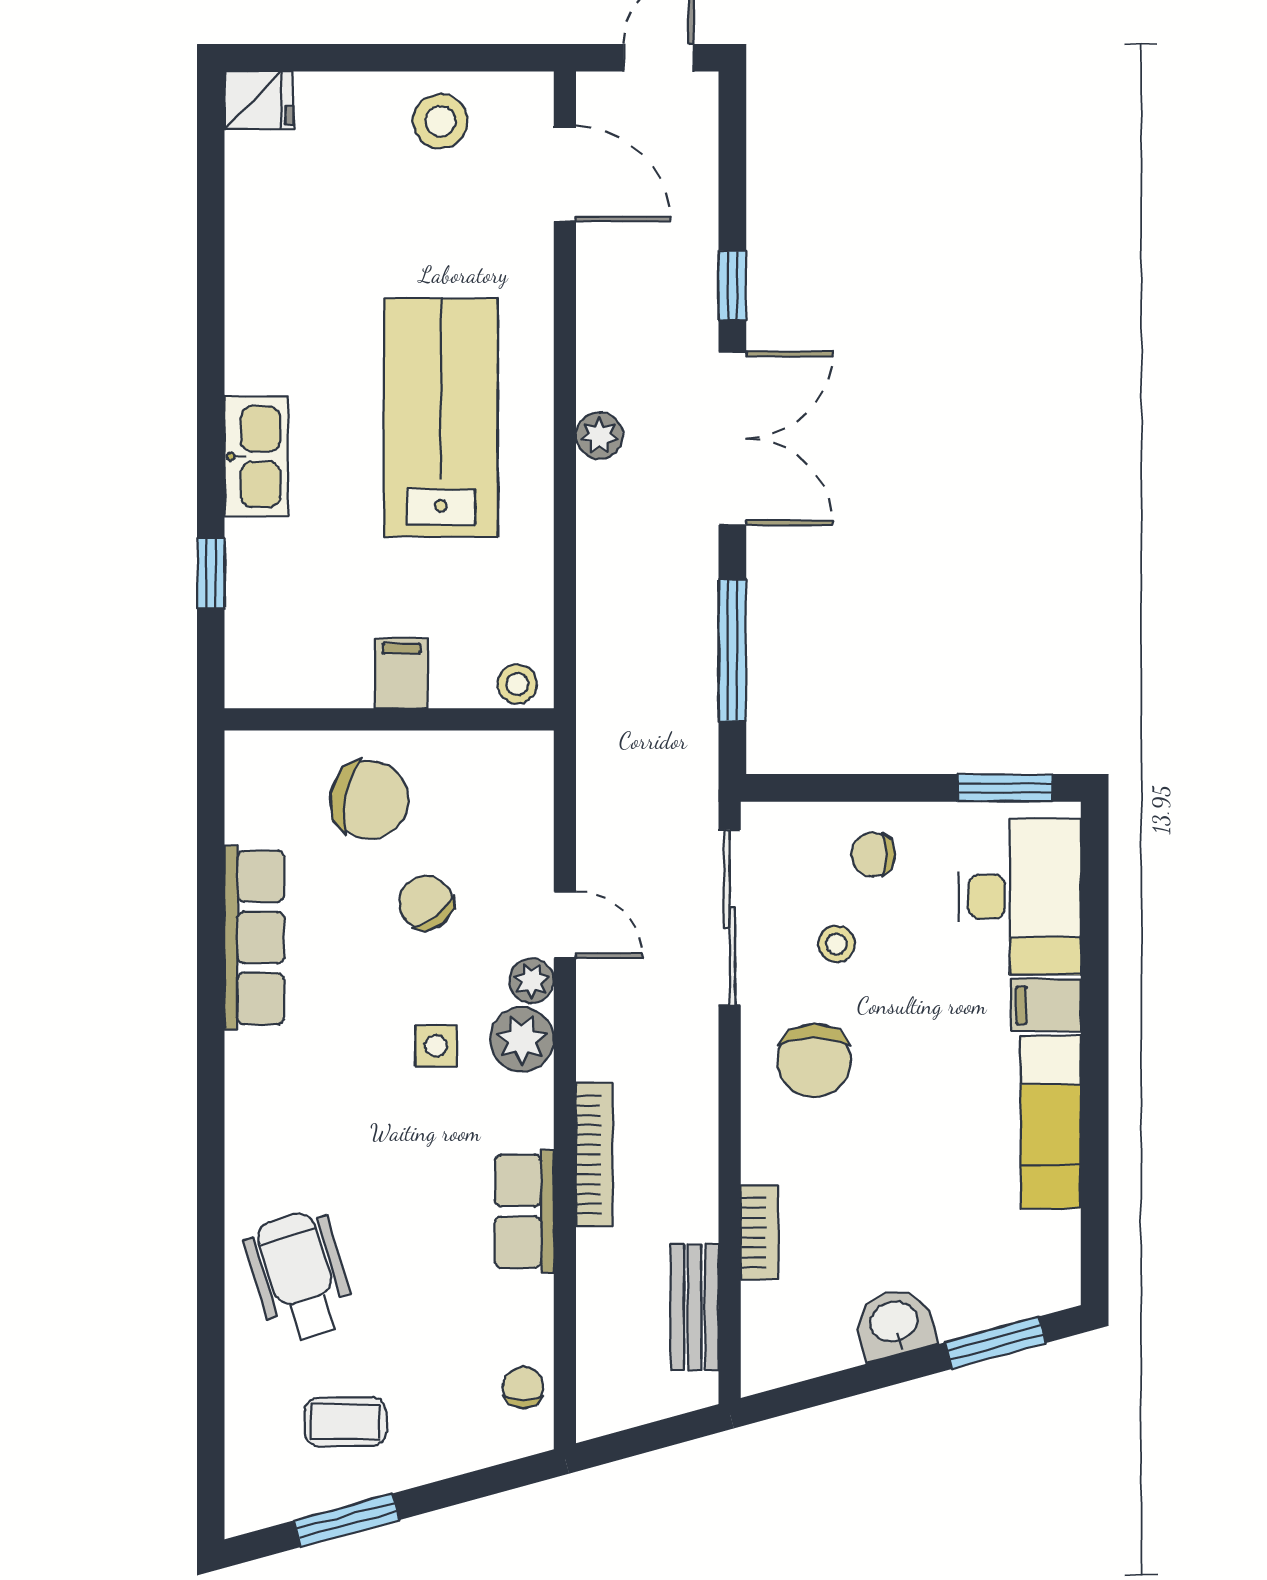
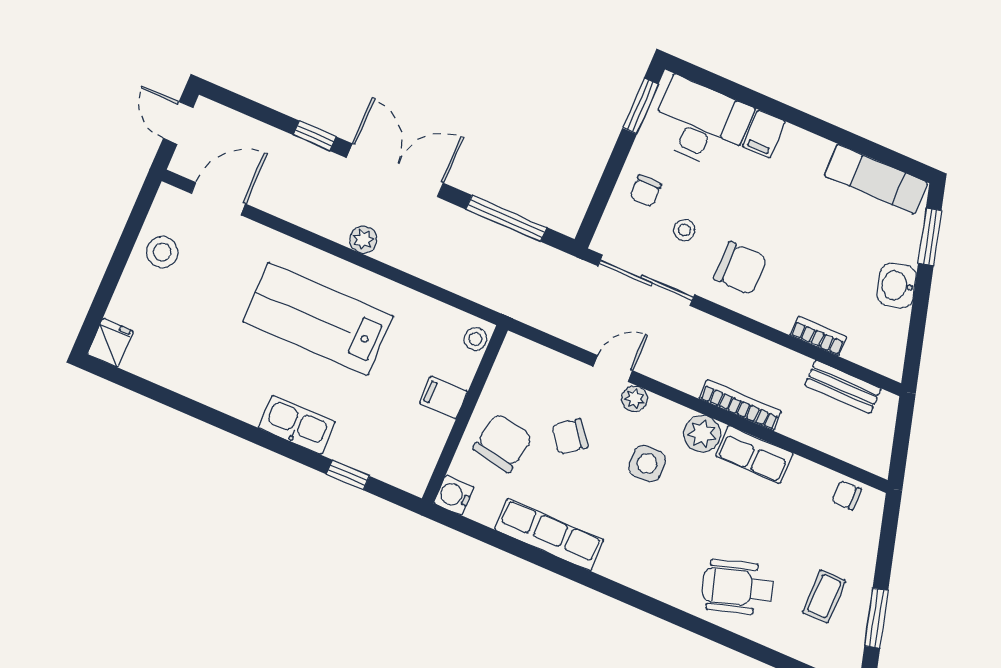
water cooler: (252, 757) -> (454, 495), added
plant: (522, 1039) -> (702, 434), moved
side table: (436, 1046) -> (647, 464), width x1.37, depth x1.37
exam couch: (1051, 1122) -> (876, 179), moved

